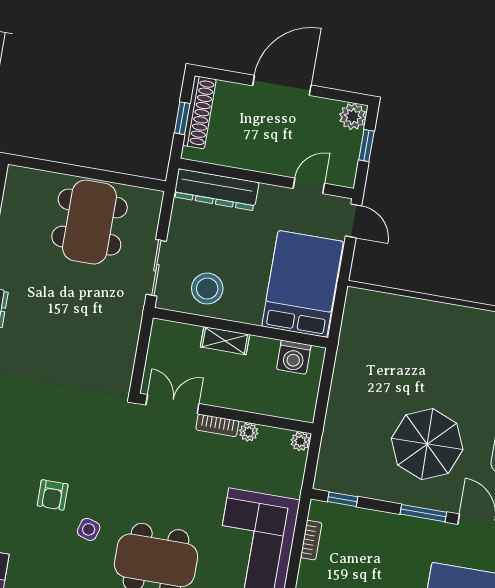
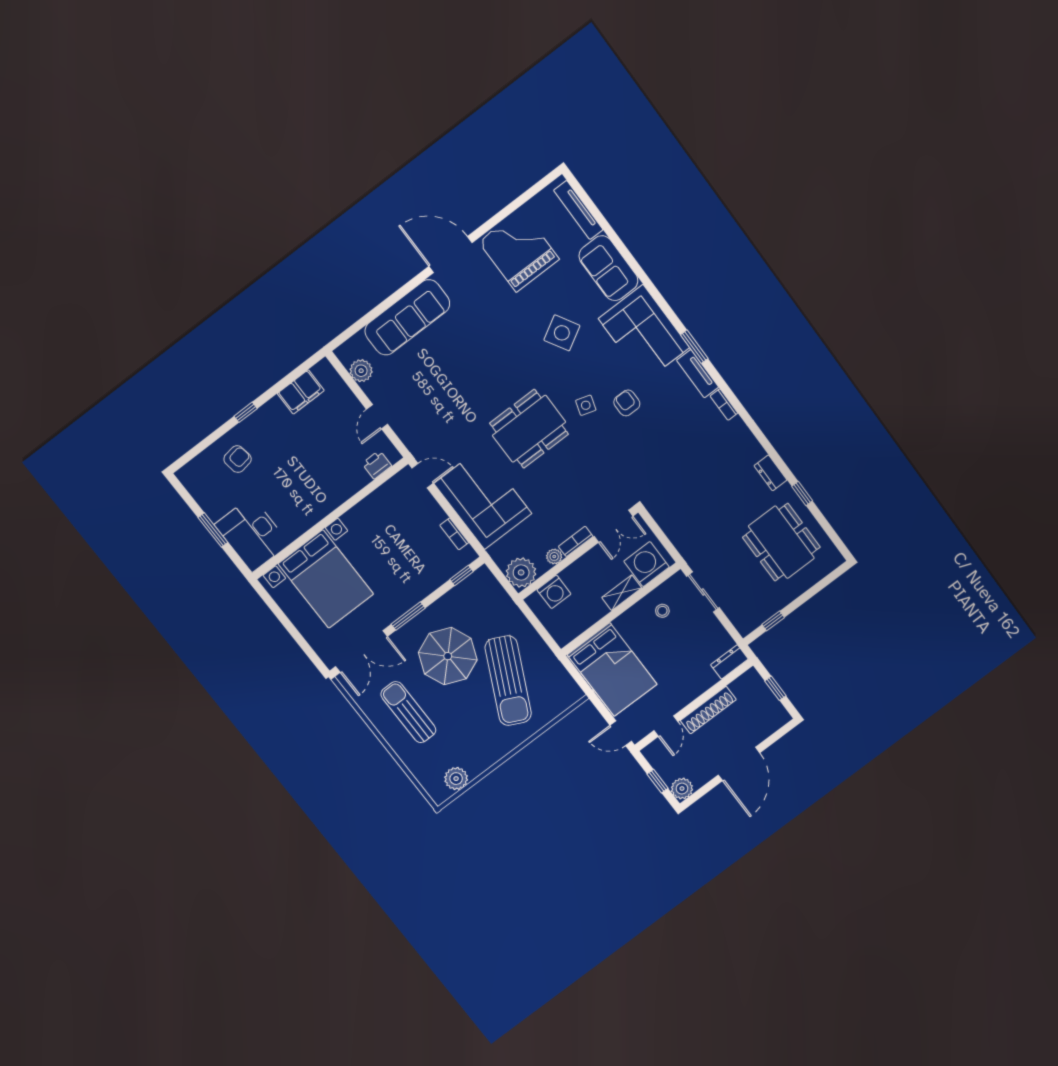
shoe rack: (199, 112) -> (708, 710), moved, turned -90
window: (123, 179) -> (773, 621), added
dresser: (216, 190) -> (729, 662), width x0.51, depth x0.80
dining table: (90, 222) -> (781, 542), moved
stool: (207, 289) -> (662, 611), width x0.53, depth x0.53
washing machine: (179, 343) -> (647, 564), added
washing machine: (294, 357) -> (554, 592), moved, turned 180
sun lounger: (399, 369) -> (508, 681), added
plant: (300, 441) -> (521, 572), width x1.87, depth x1.87

